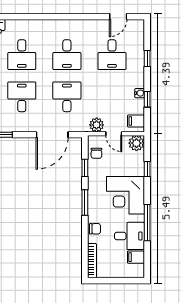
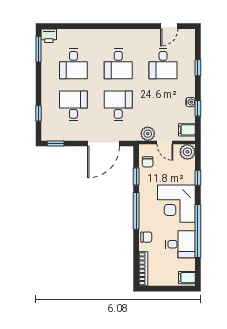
window: (85, 202) -> (136, 211), width x1.44
window: (147, 223) -> (198, 231), width x1.46
filing cabinet: (136, 257) -> (187, 278), moved

